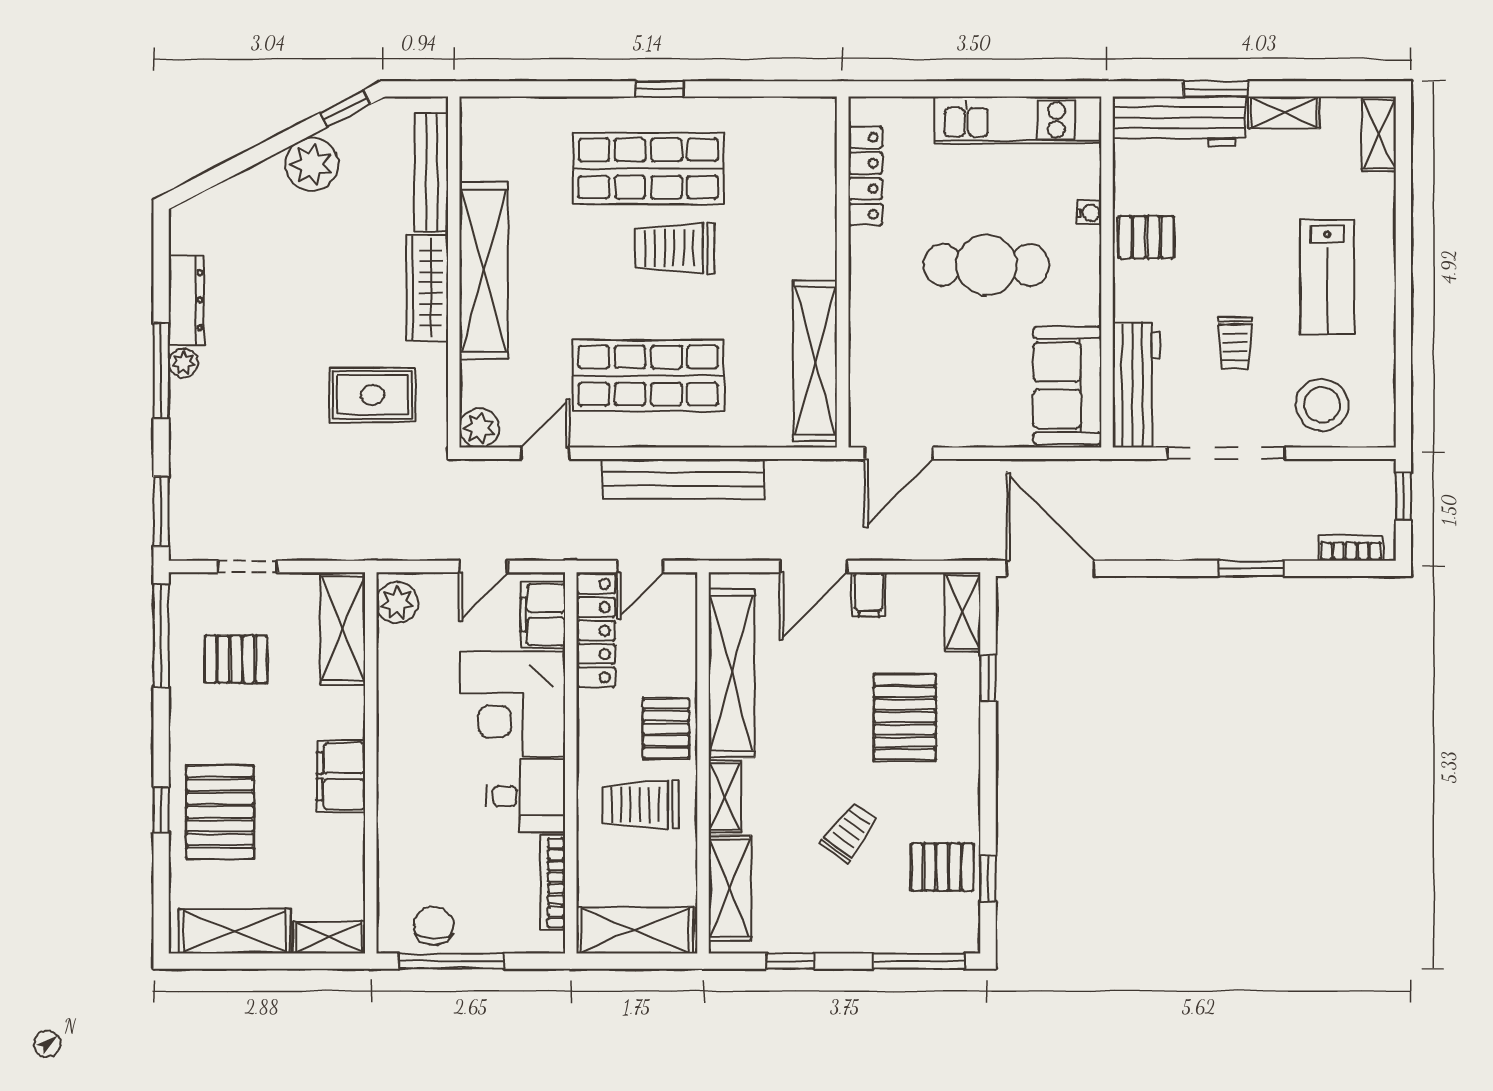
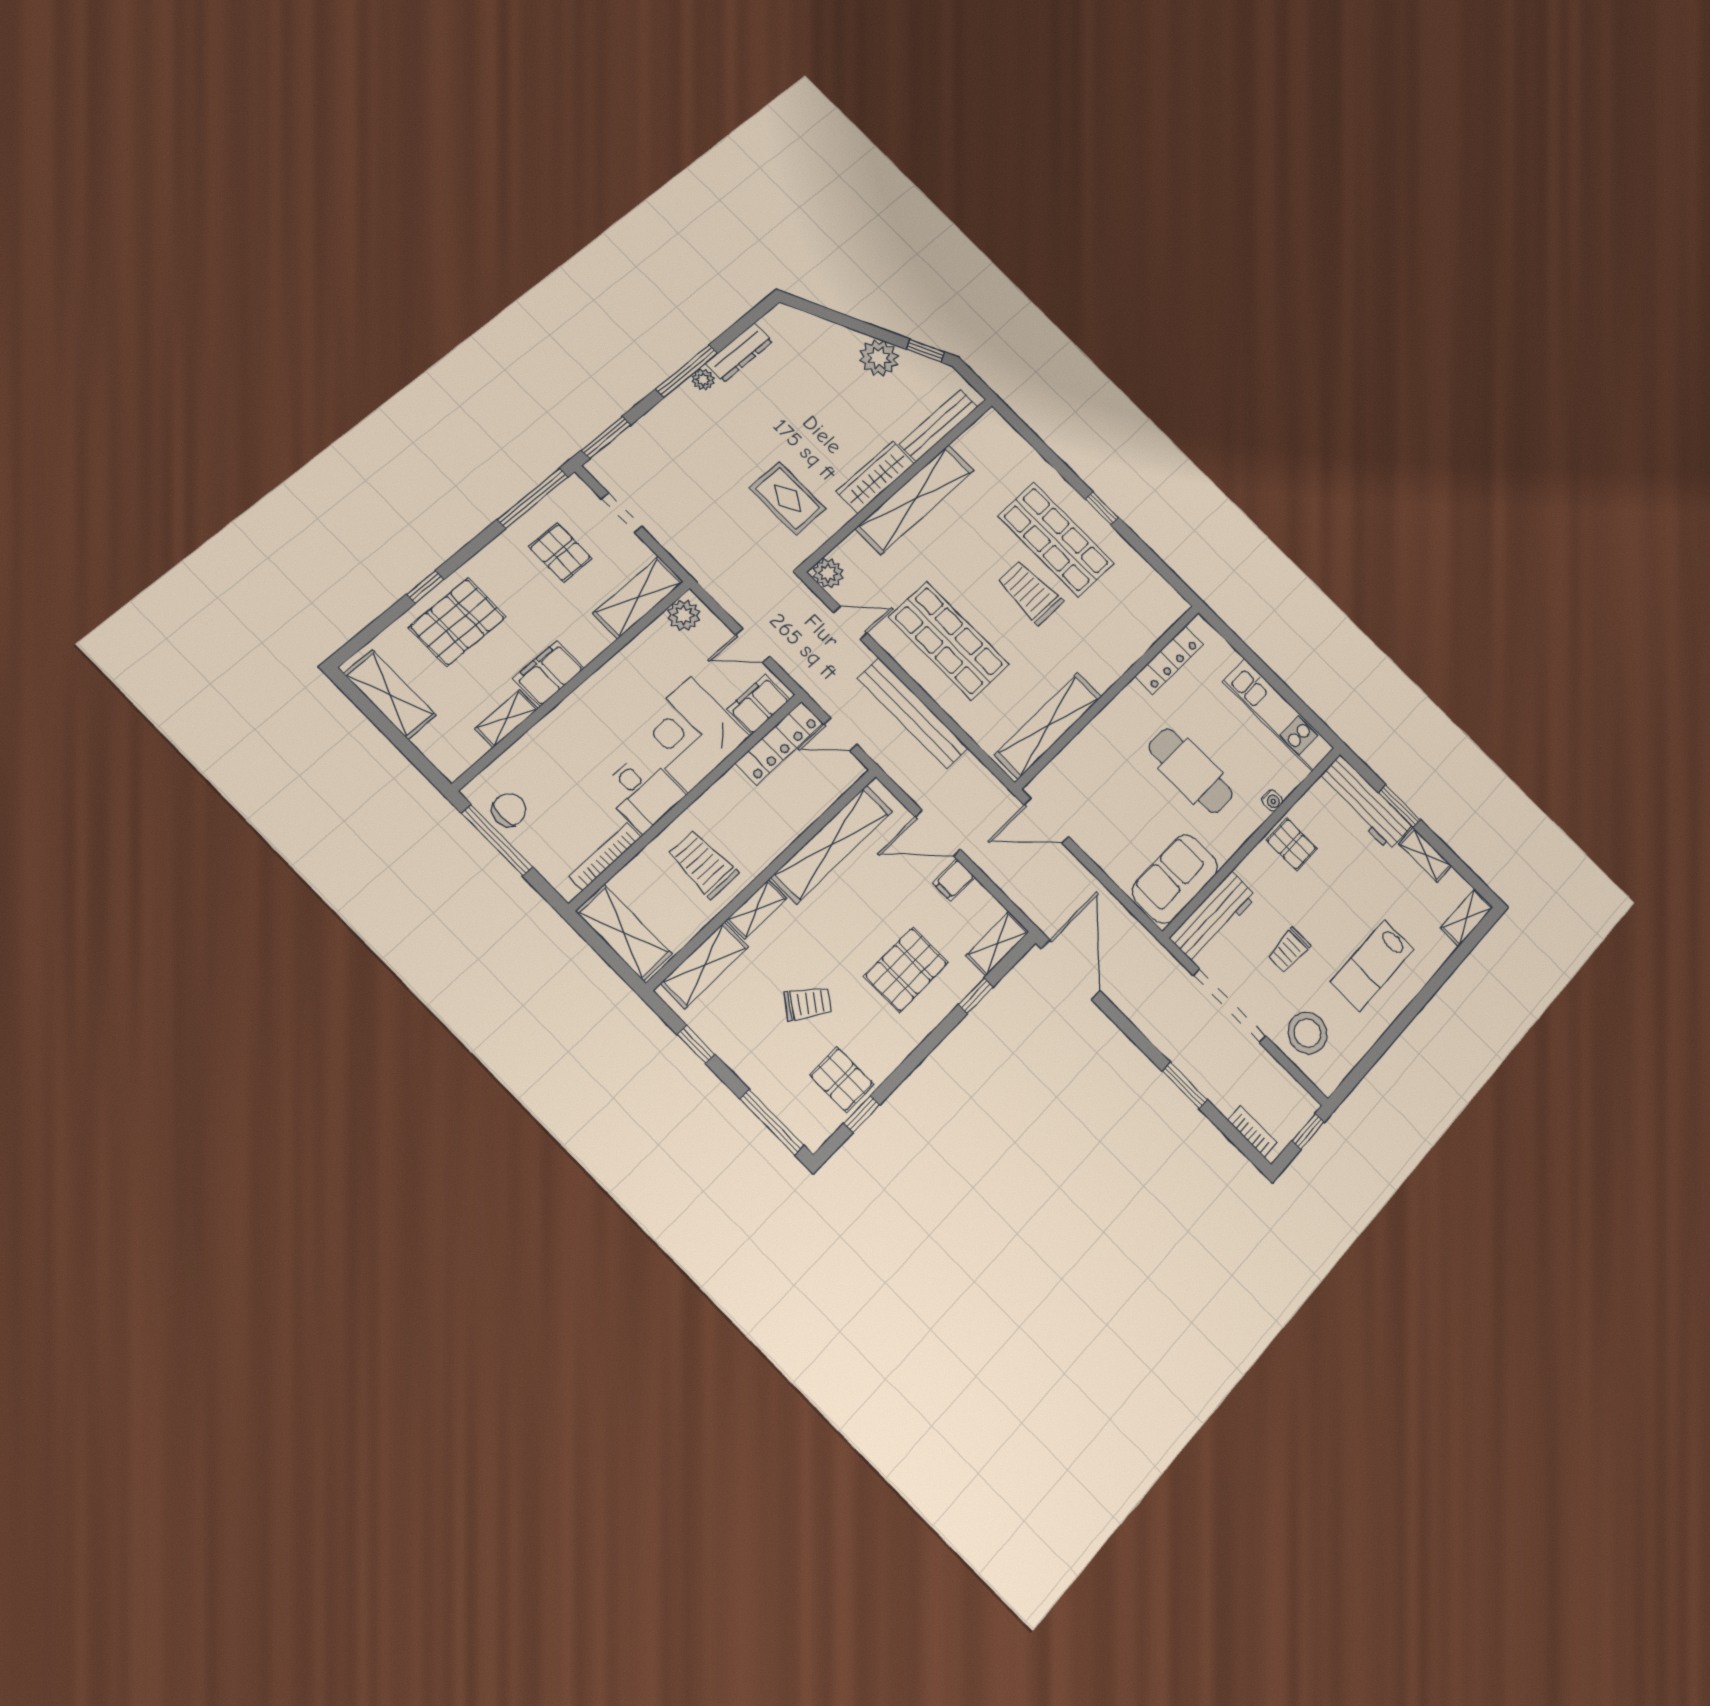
pallet: (666, 728) -> (763, 837), removed
shelving: (329, 937) -> (507, 719), moved, turned 90

